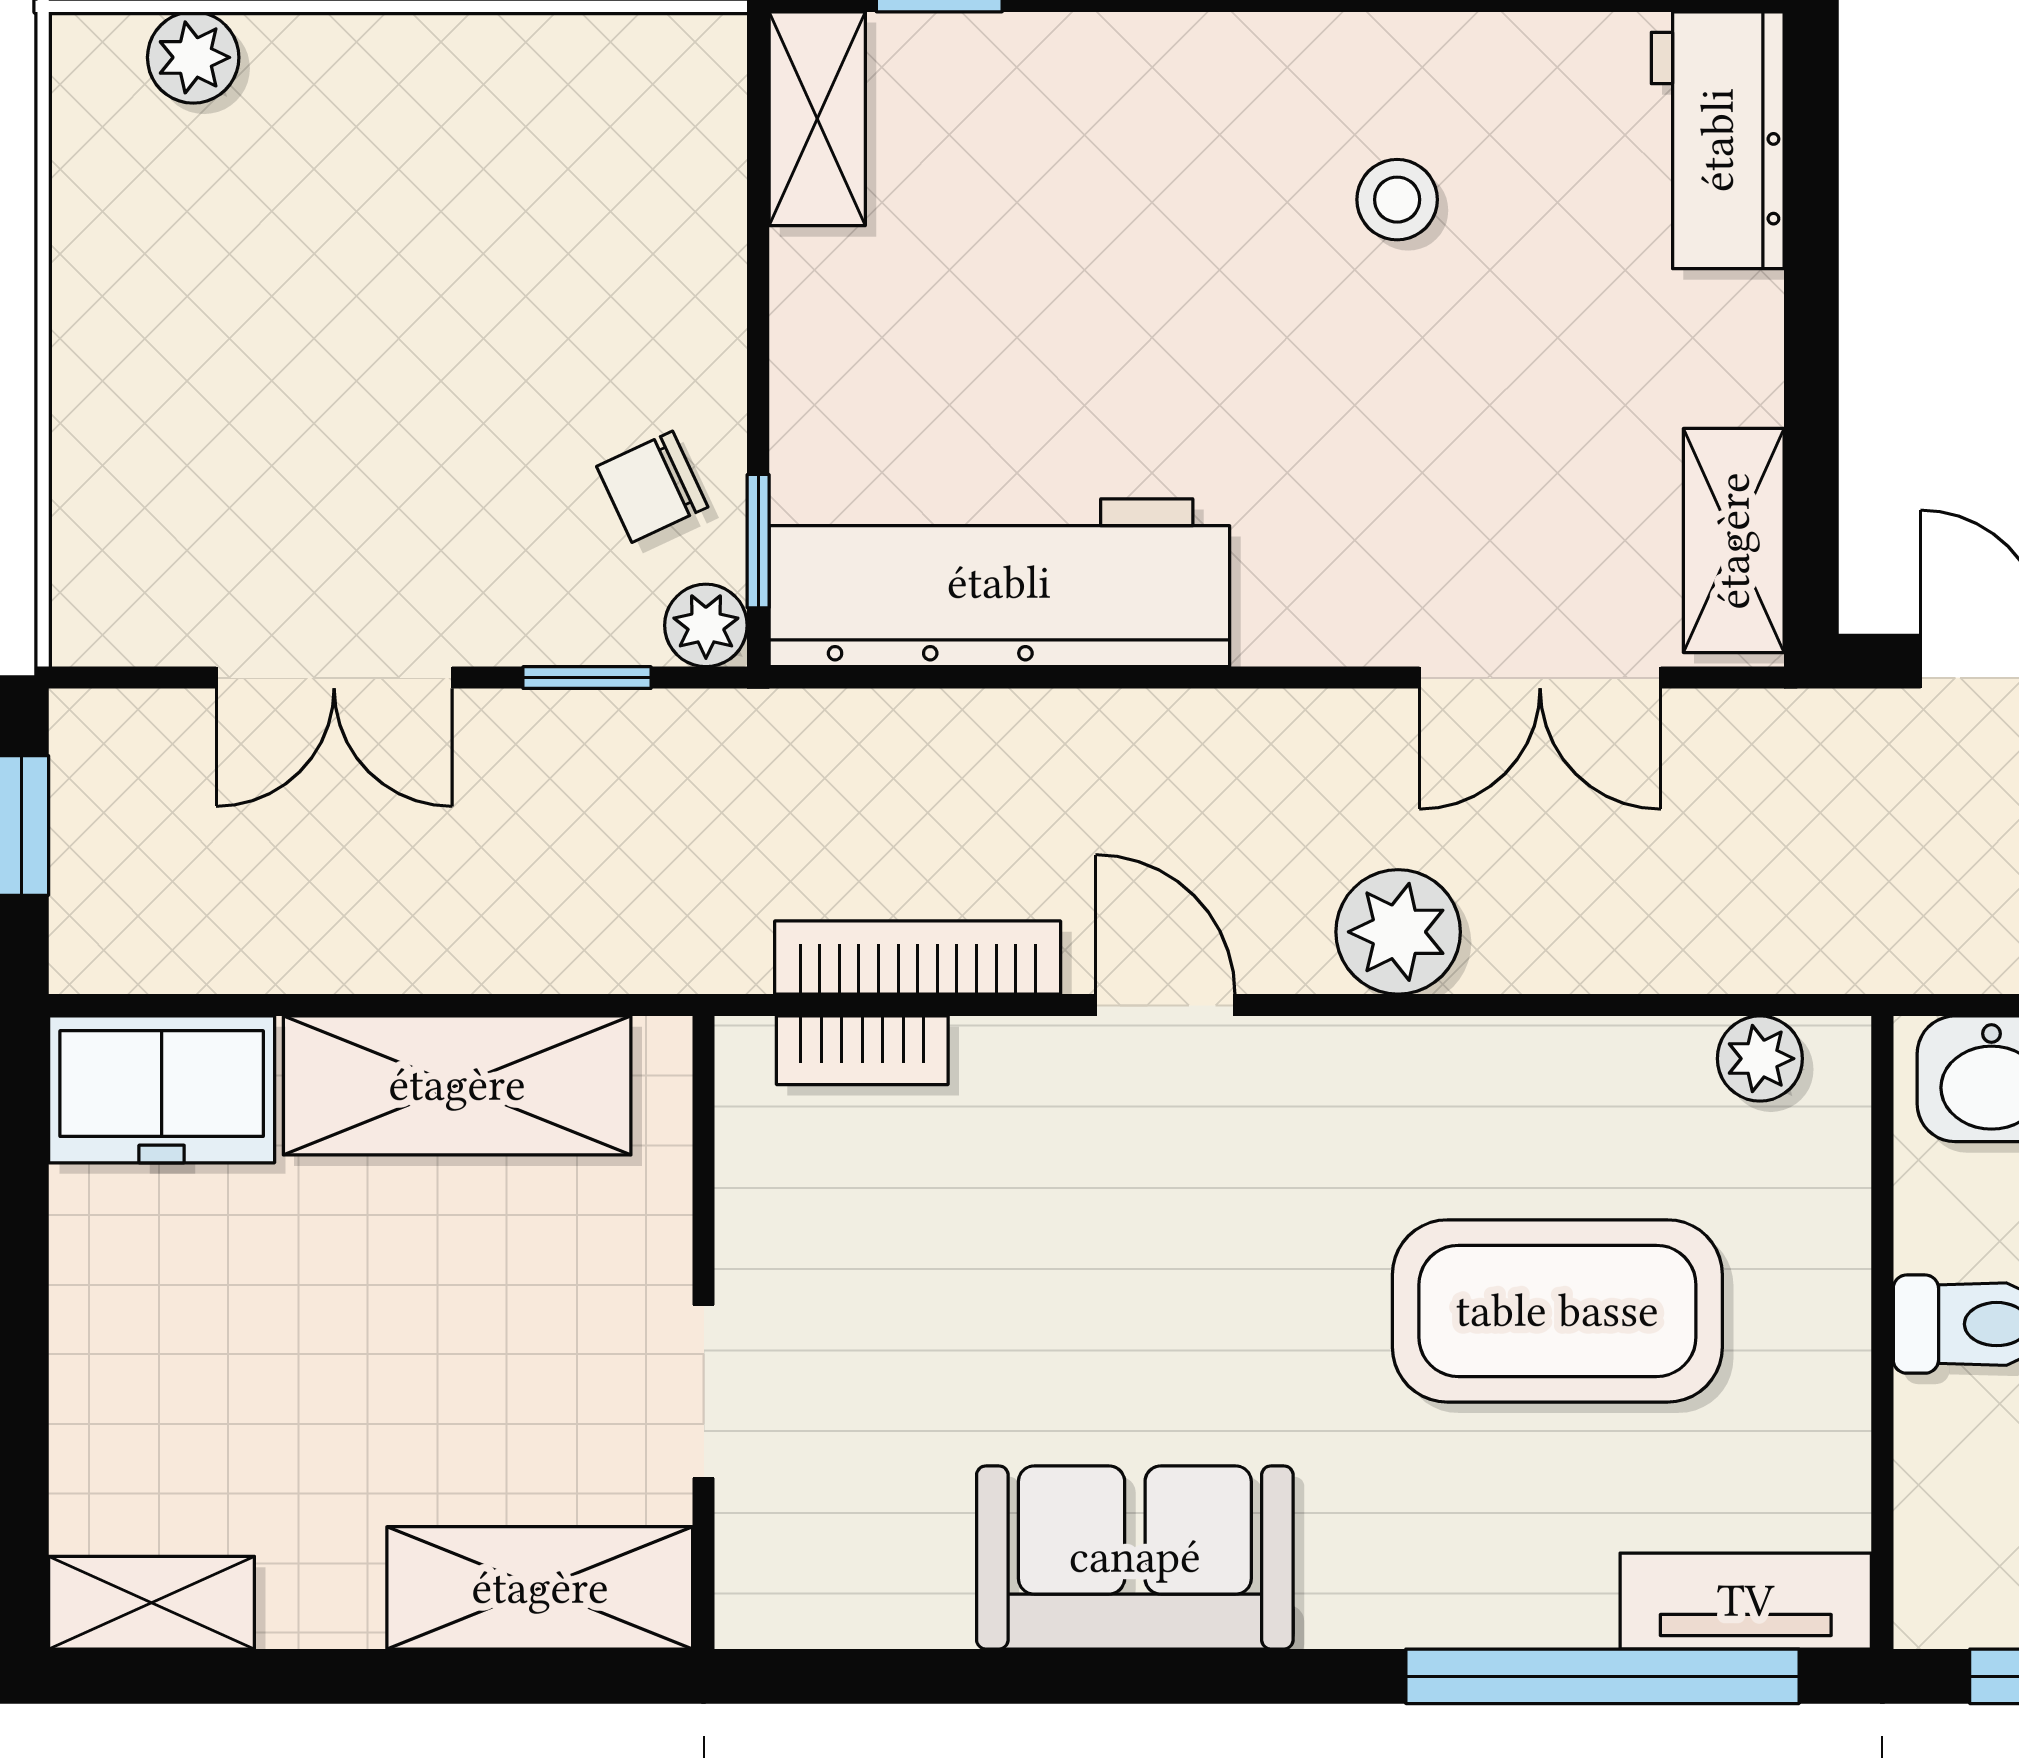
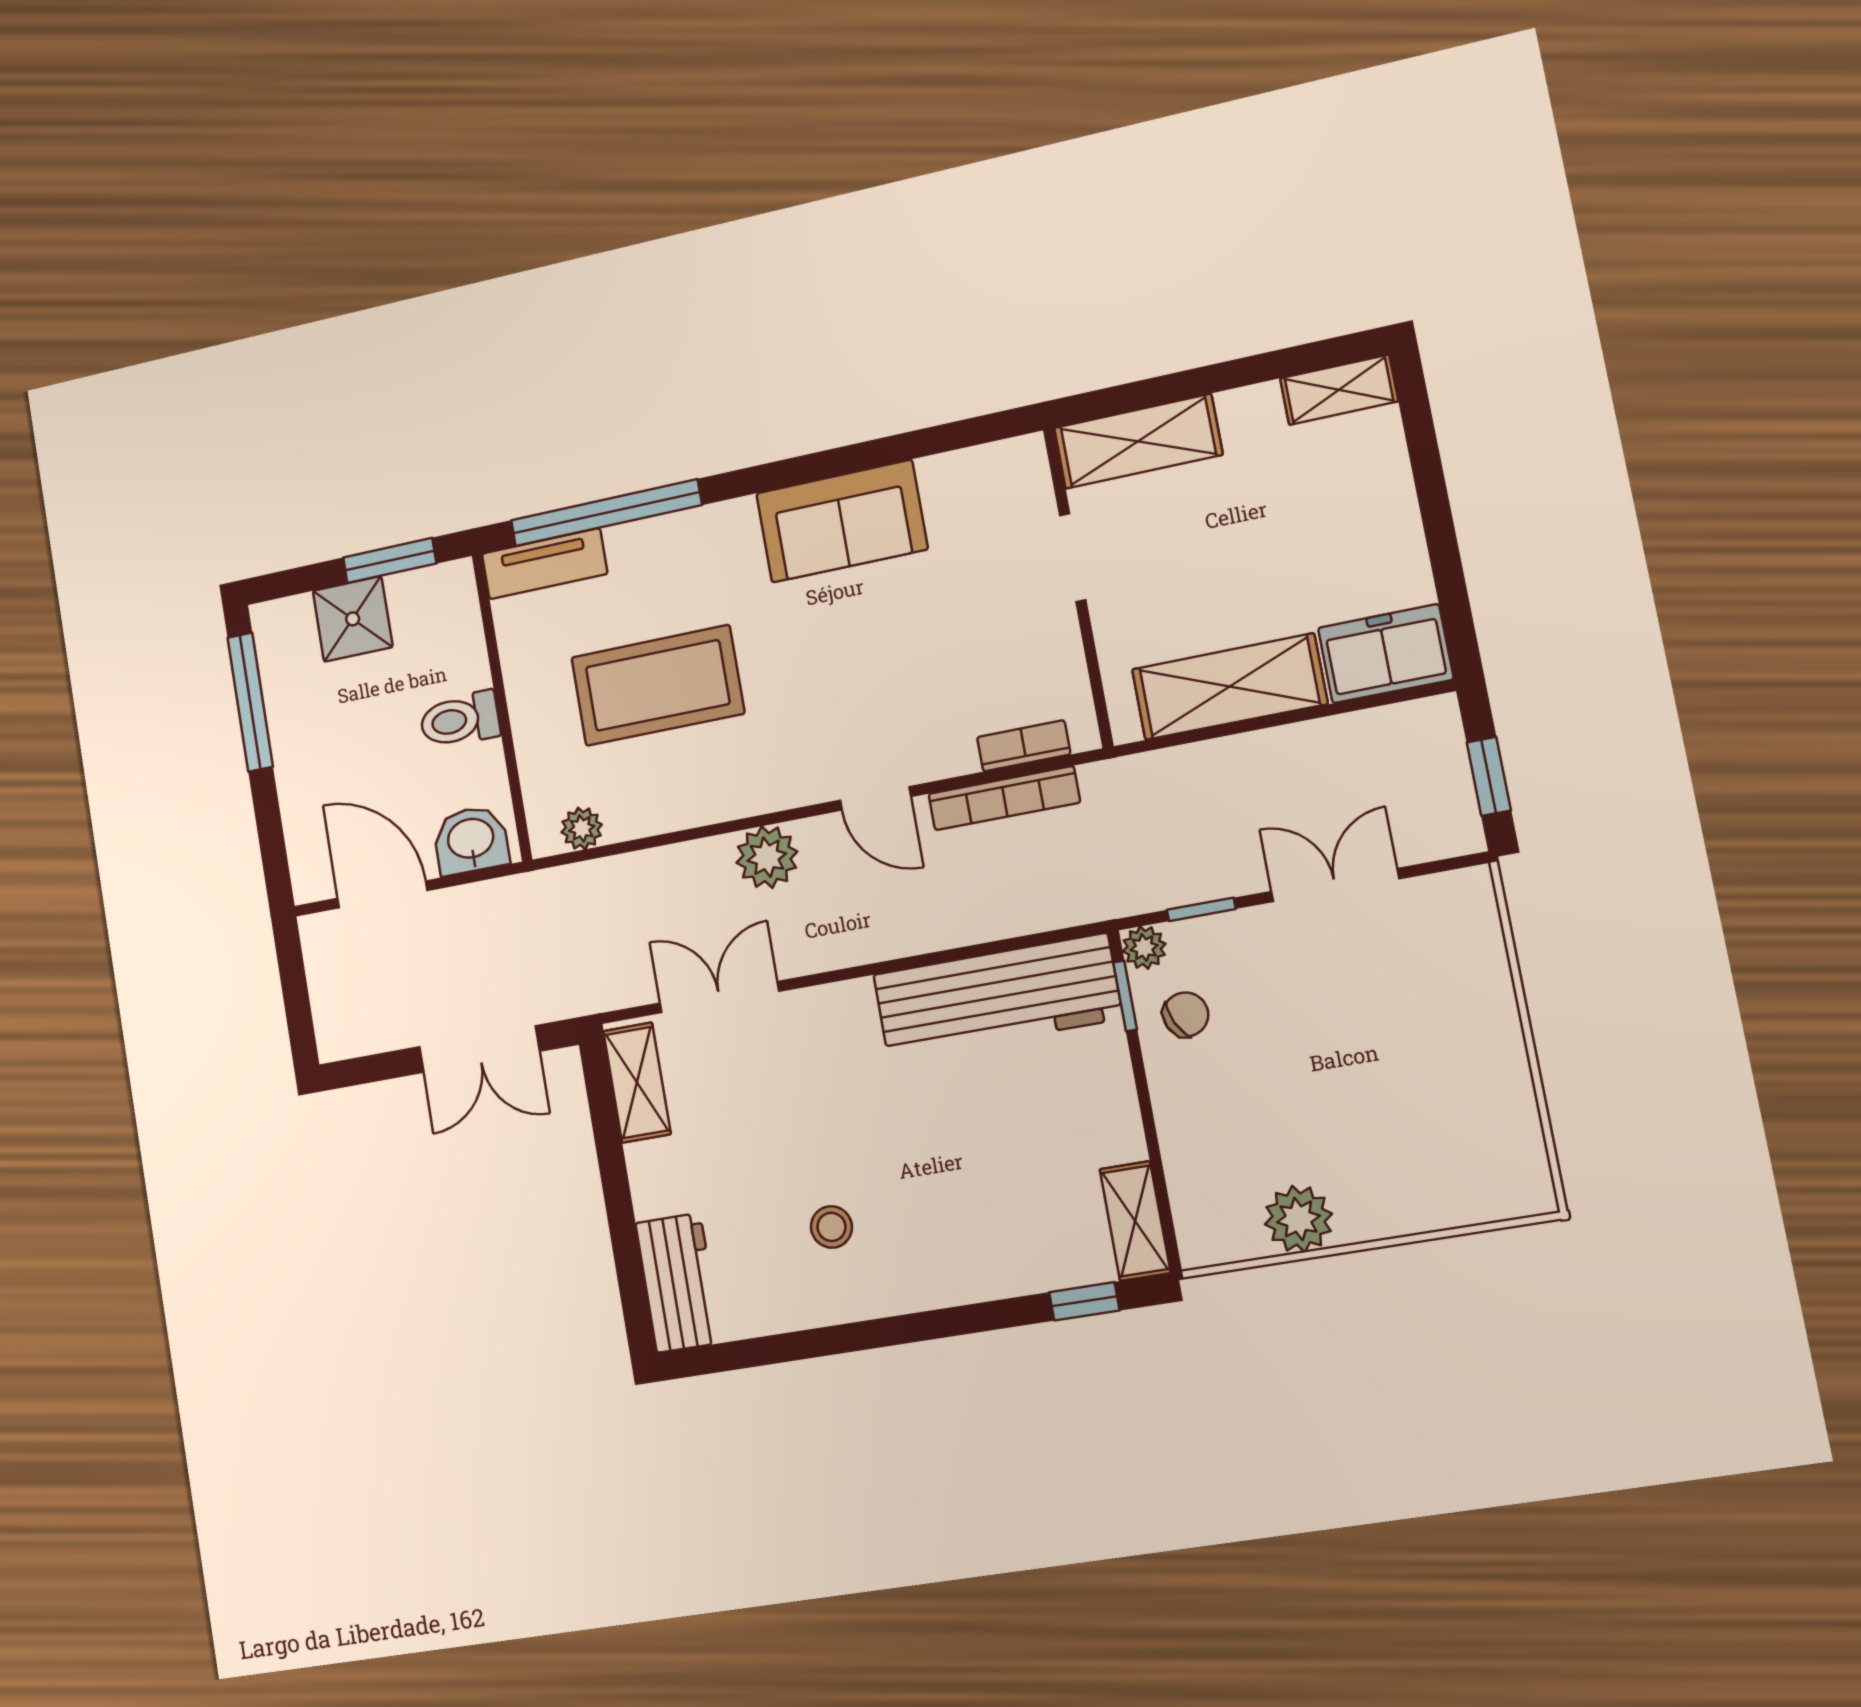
plant: (193, 57) -> (1298, 1219), moved, width x1.38, depth x1.38

